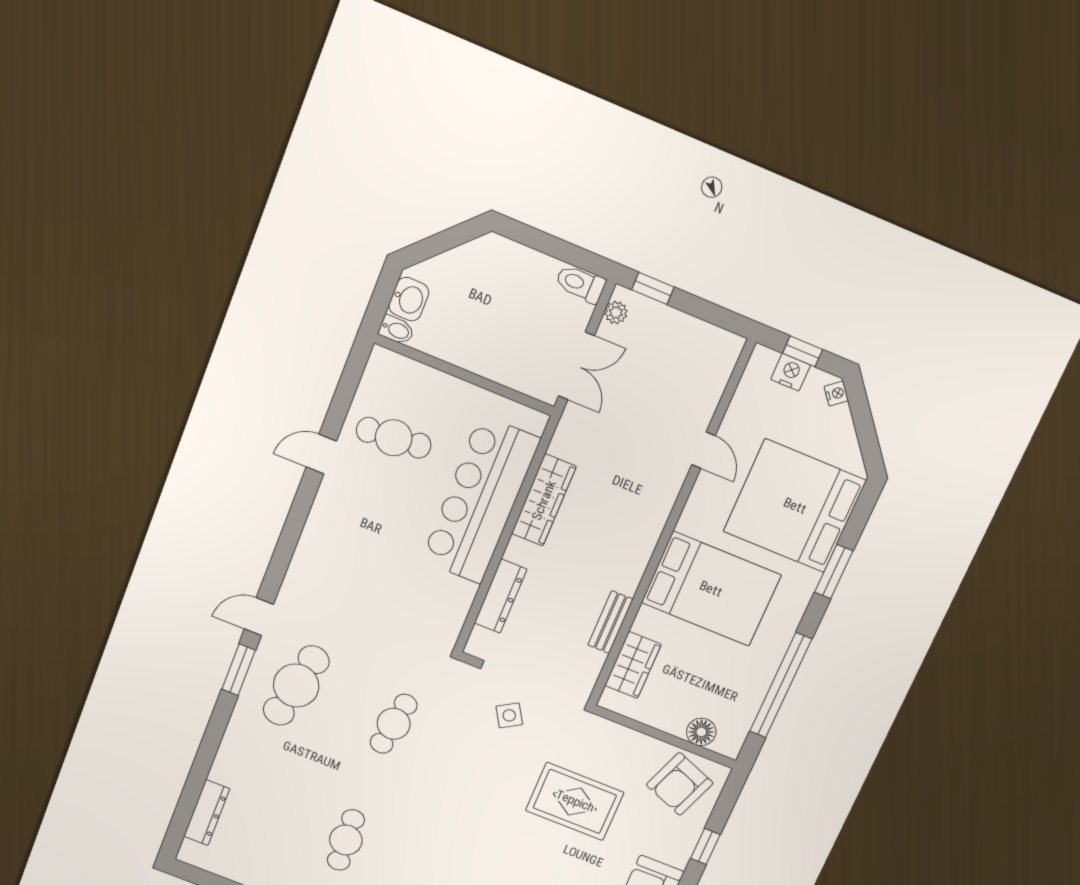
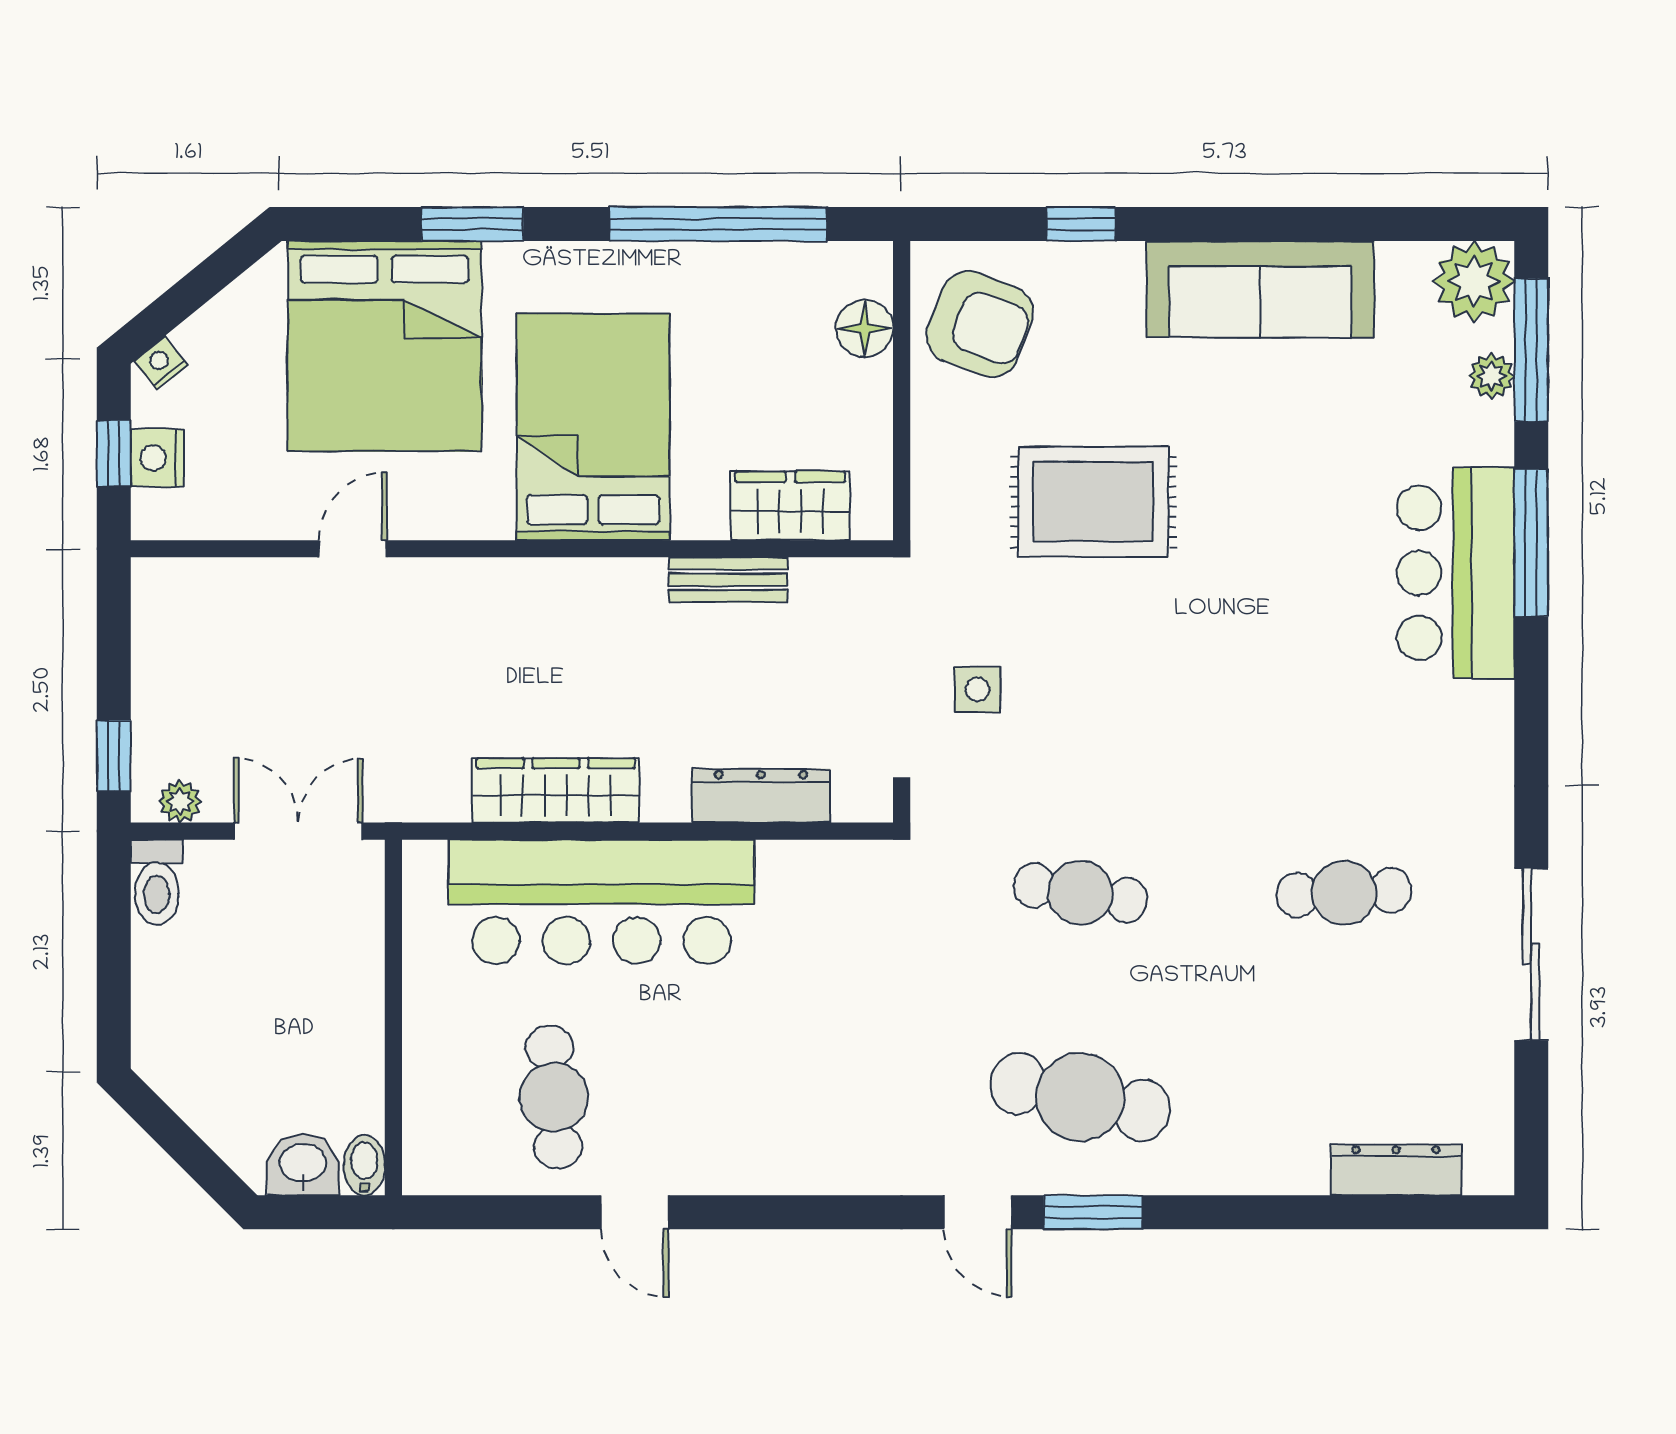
side table: (509, 715) -> (977, 689), turned 31
rug: (575, 801) -> (1093, 502), turned 90

